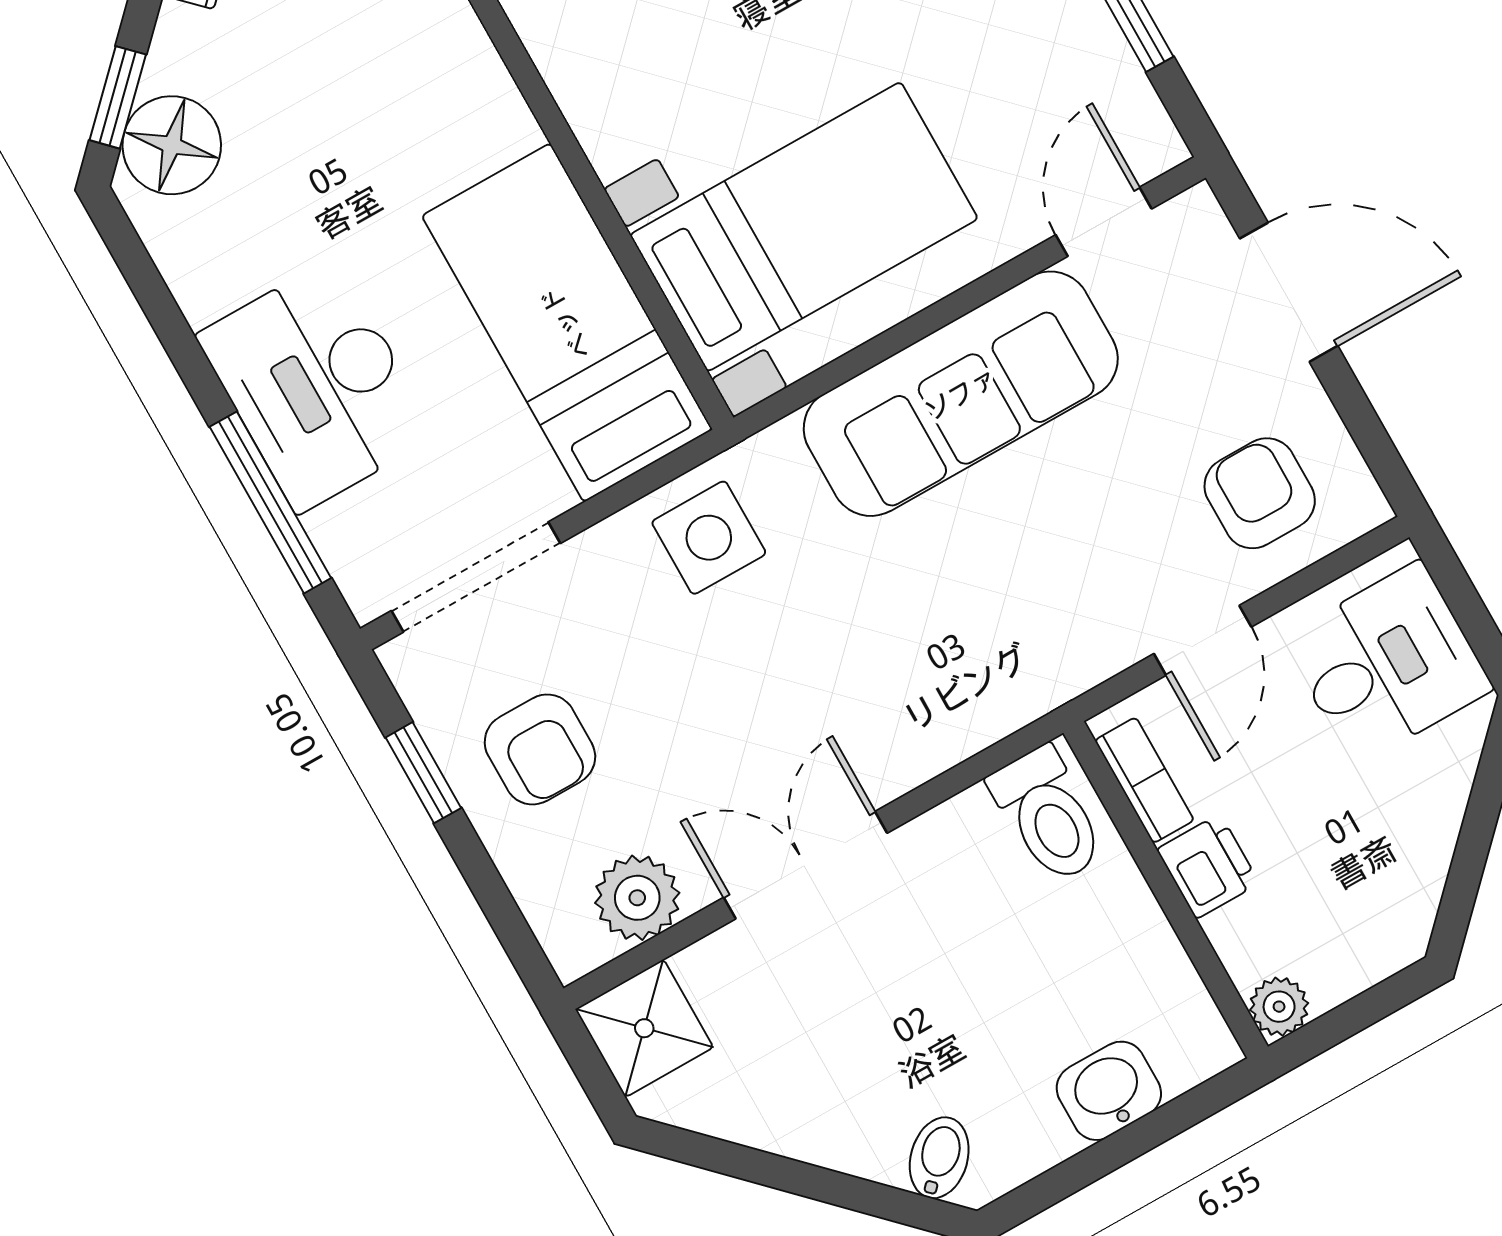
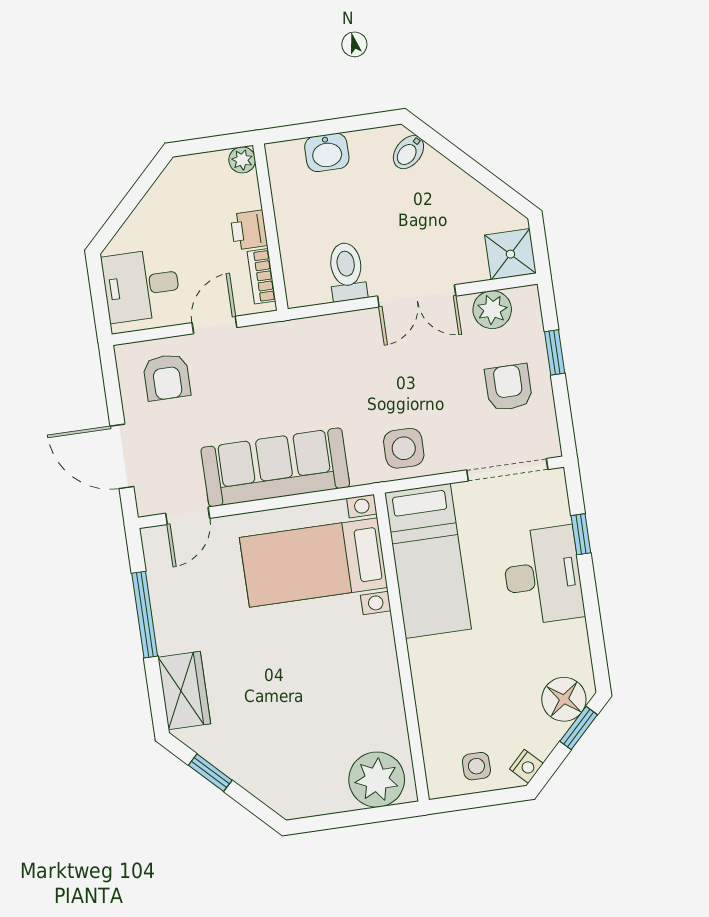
window: (270, 502) -> (581, 534), width x0.46
window: (423, 773) -> (555, 352), moved
toilet: (1048, 815) -> (347, 272), moved

